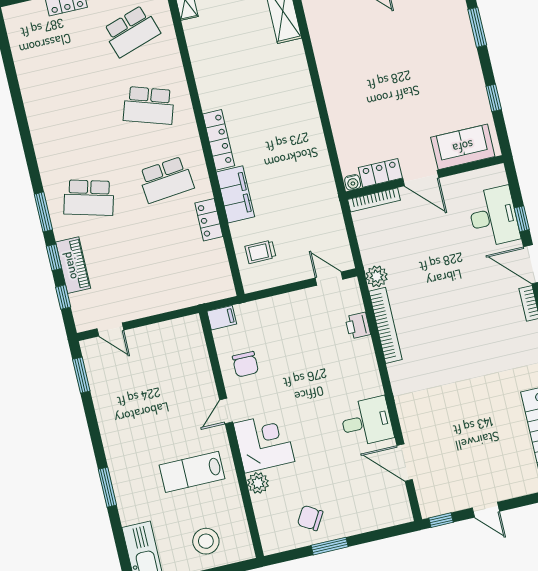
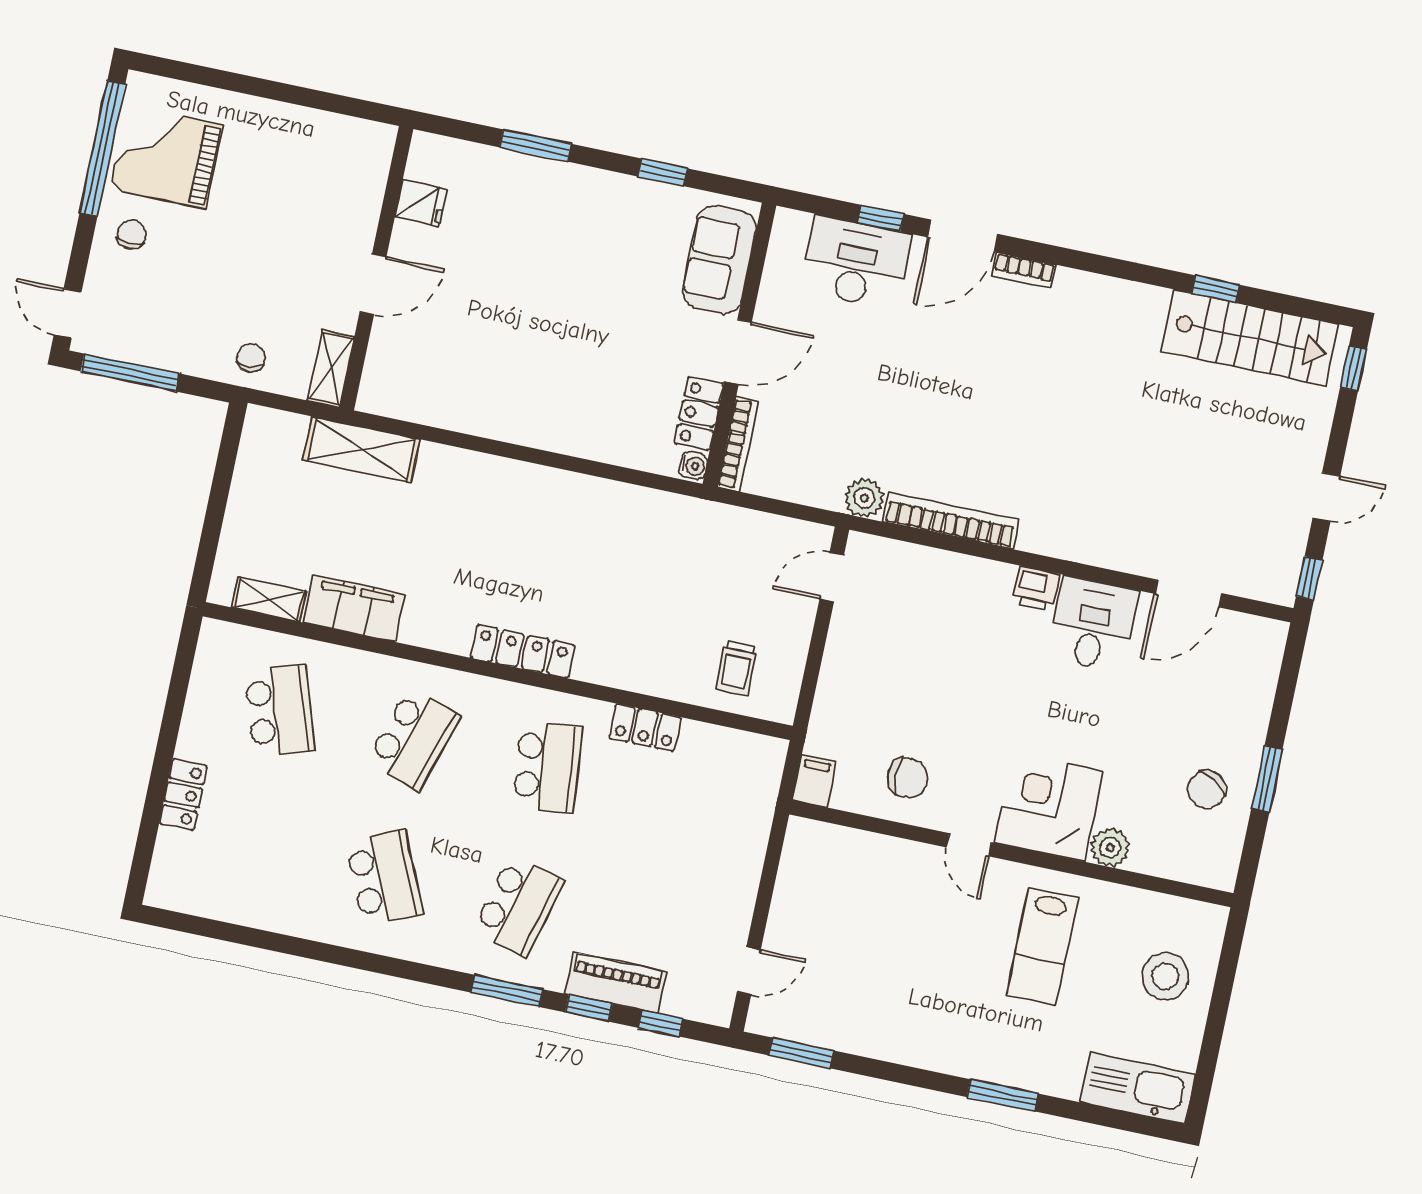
school desk: (72, 123) -> (384, 878), added
filing cabinet: (235, 194) -> (354, 608), moved
printer: (358, 326) -> (1036, 588), moved

